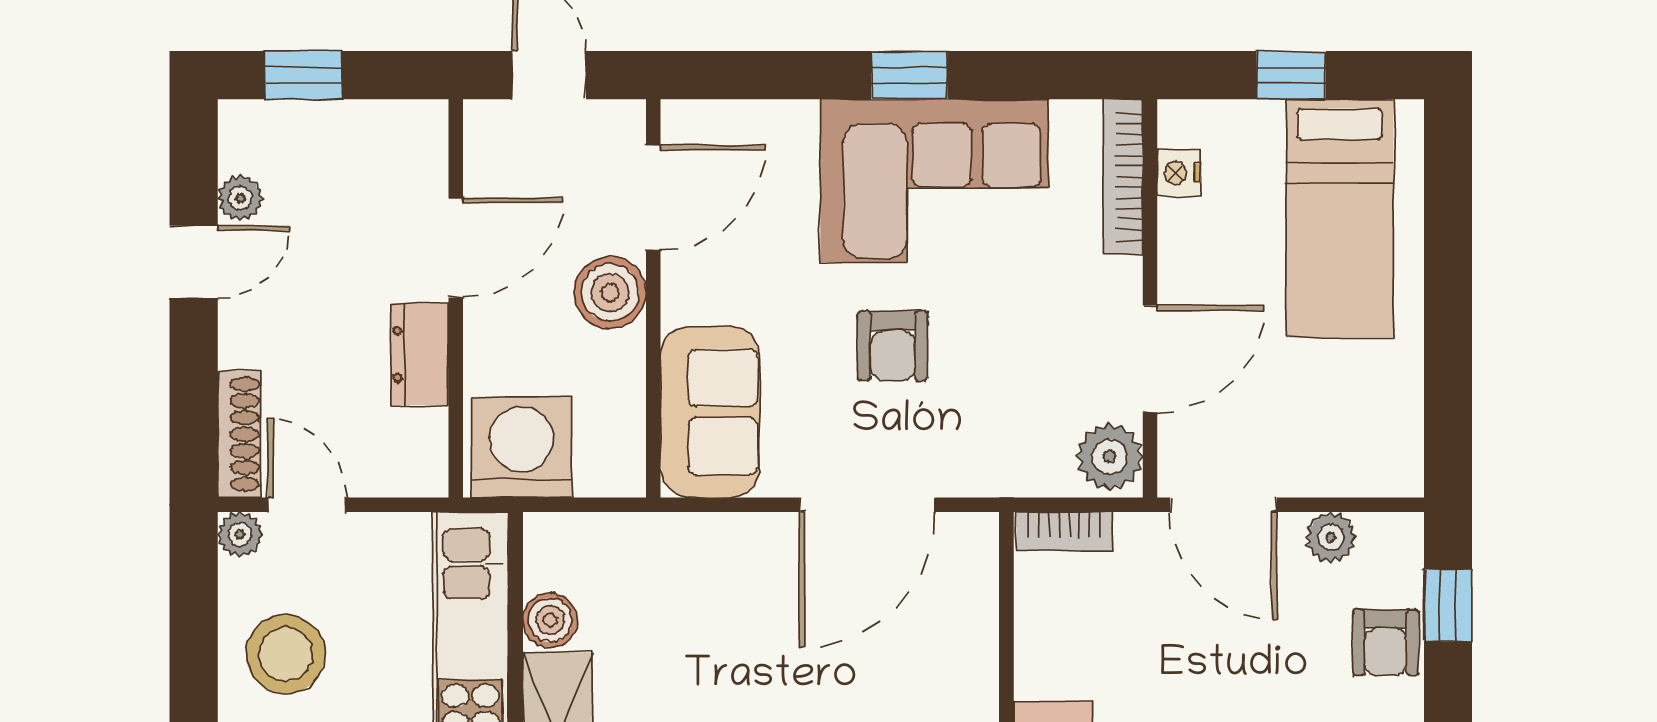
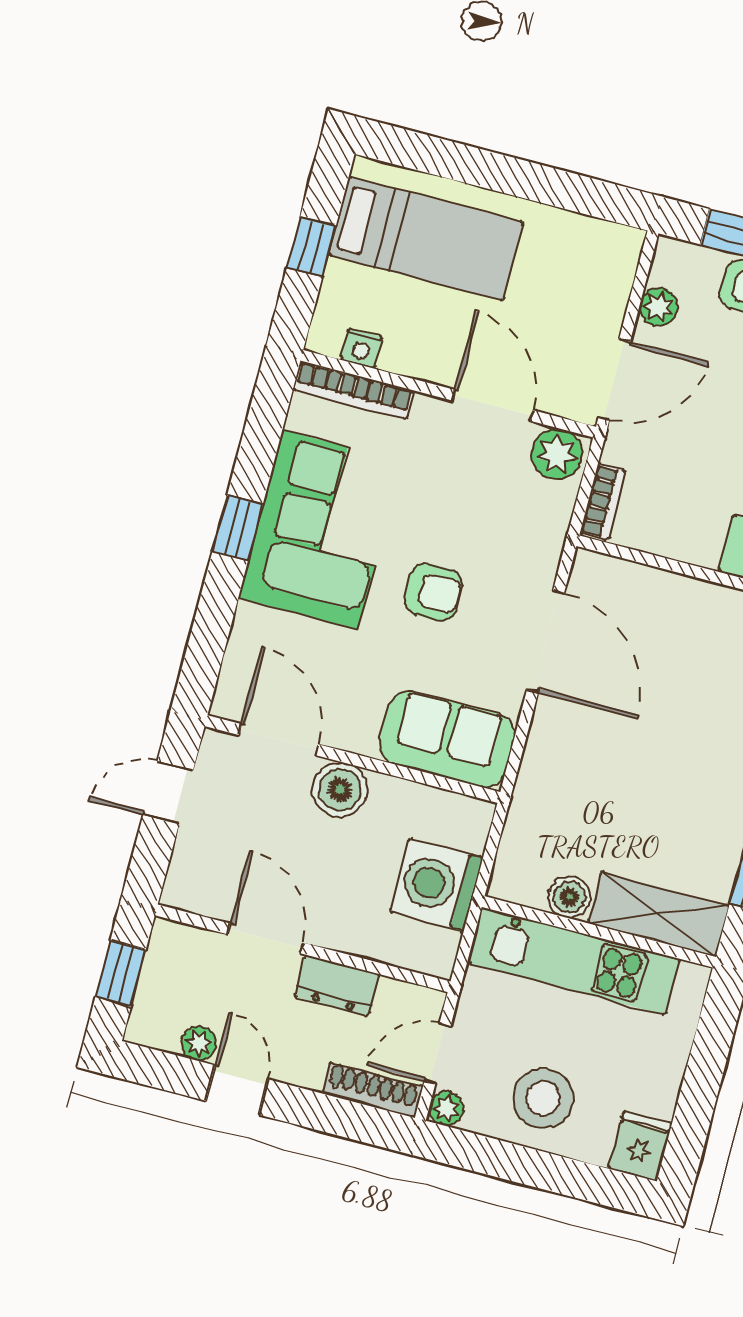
door: (456, 248) -> (265, 939), moved
wall: (456, 298) -> (303, 948), moved
dresser: (420, 354) -> (337, 985), moved

